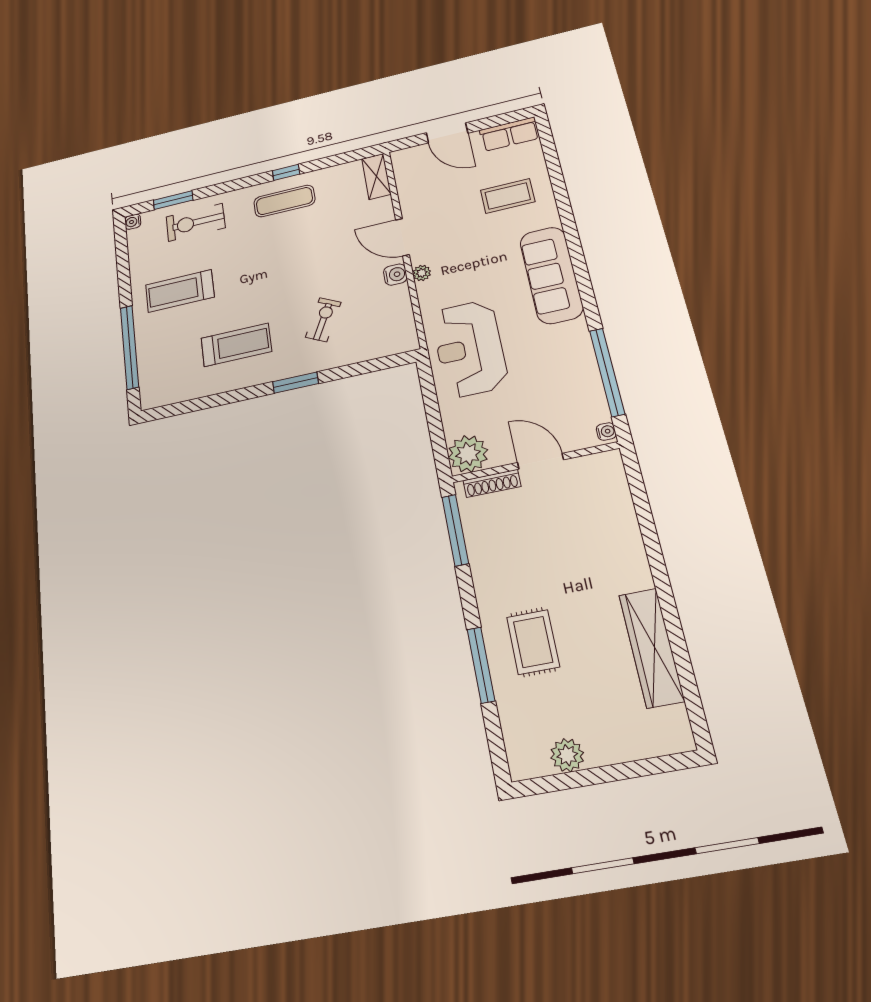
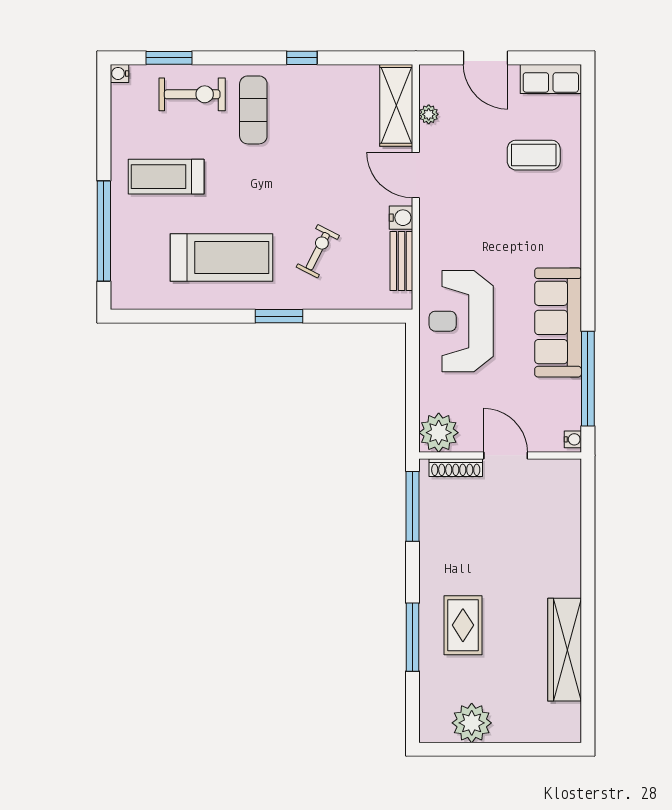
shelving: (376, 176) -> (396, 105), width x1.50, depth x1.33
exercise mat: (284, 201) -> (253, 110), moved, turned 90
exercise bike: (196, 222) -> (192, 94), turned 180
plant: (422, 273) -> (429, 114), moved
sofa: (551, 275) -> (558, 322), moved
bench: (402, 310) -> (401, 261), added
treadmill: (236, 345) -> (222, 257), width x1.37, depth x1.38
plant: (567, 755) -> (472, 723), width x1.36, depth x1.36

